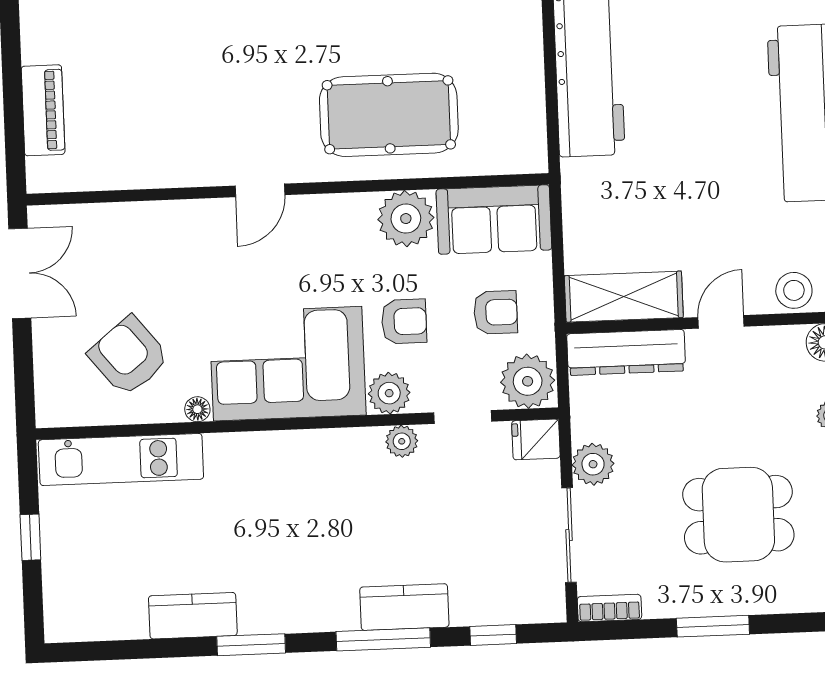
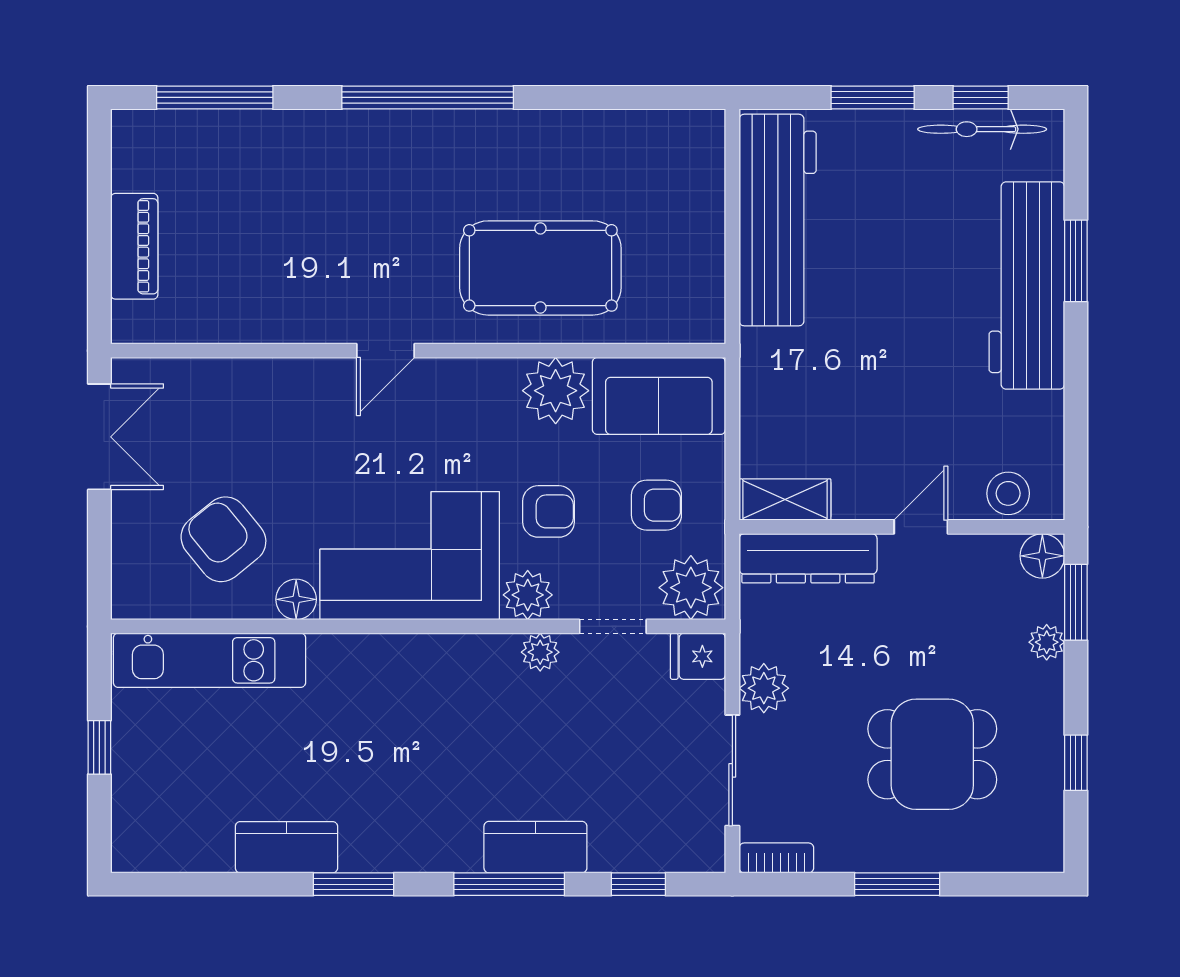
shelving: (624, 297) -> (785, 500), width x0.67, depth x0.75
floor lamp: (197, 409) -> (296, 599), width x1.37, depth x1.37

